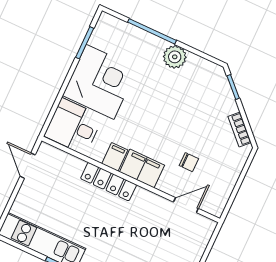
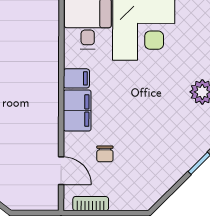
bookcase: (240, 130) -> (91, 204), moved, turned 45
locker: (109, 182) -> (49, 84), removed

